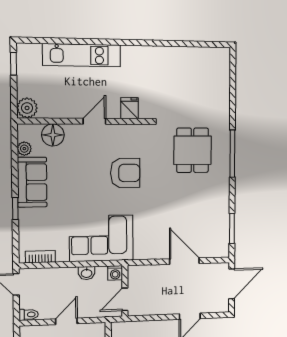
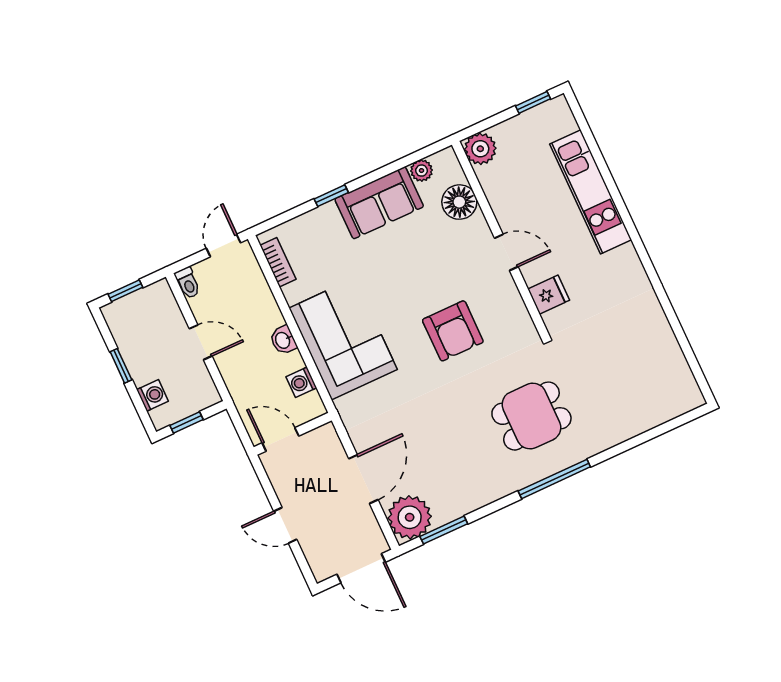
plant: (217, 244) -> (410, 517), added
wall: (125, 291) -> (293, 434), moved
door: (125, 299) -> (280, 439), moved

